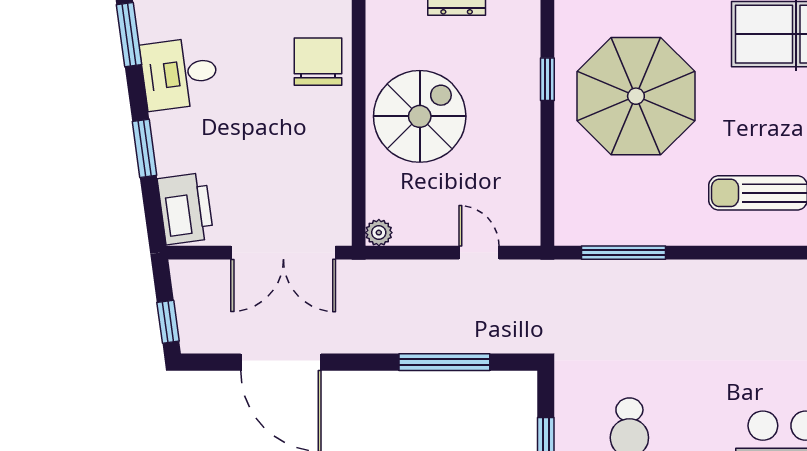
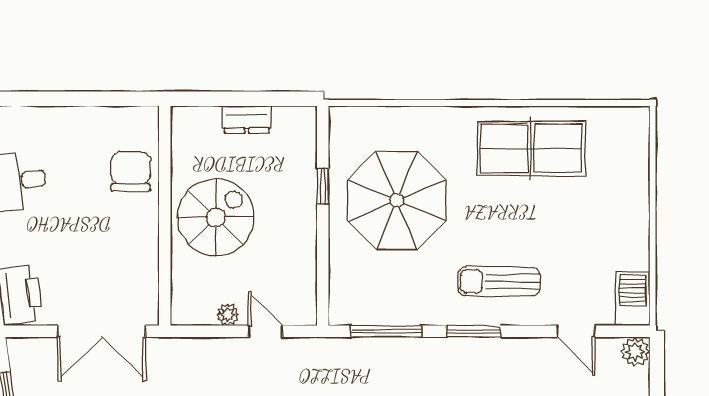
plant: (379, 233) -> (228, 315), moved
window: (728, 253) -> (474, 331), added

